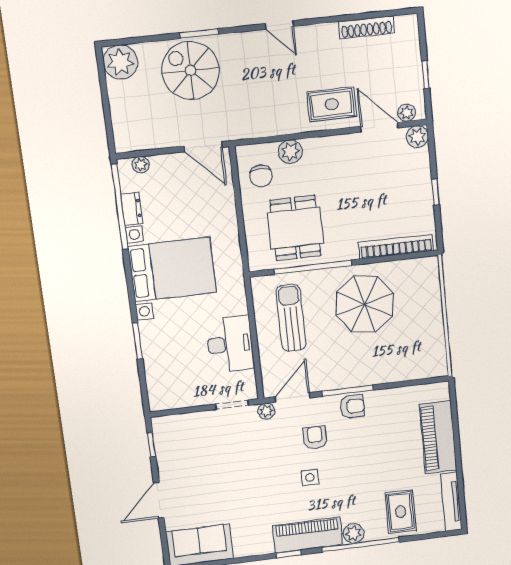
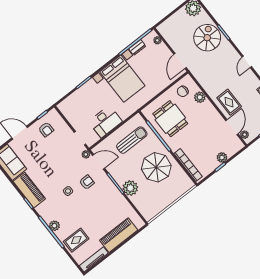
plant: (417, 137) -> (222, 158), moved
dining table: (296, 228) -> (170, 119), turned 90
plant: (372, 370) -> (130, 188), added
armchair: (352, 406) -> (46, 129), moved
piano: (308, 535) -> (29, 190), moved

